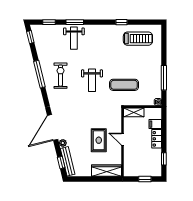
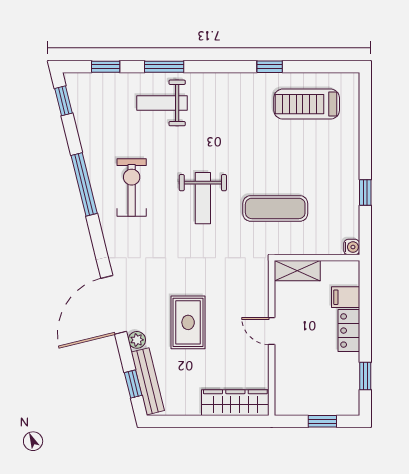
weight bench: (74, 38) -> (162, 103), turned 90
treadmill: (138, 39) -> (307, 104), turned 180
window: (164, 78) -> (365, 193), width x0.46
rug: (99, 140) -> (188, 322), moved

